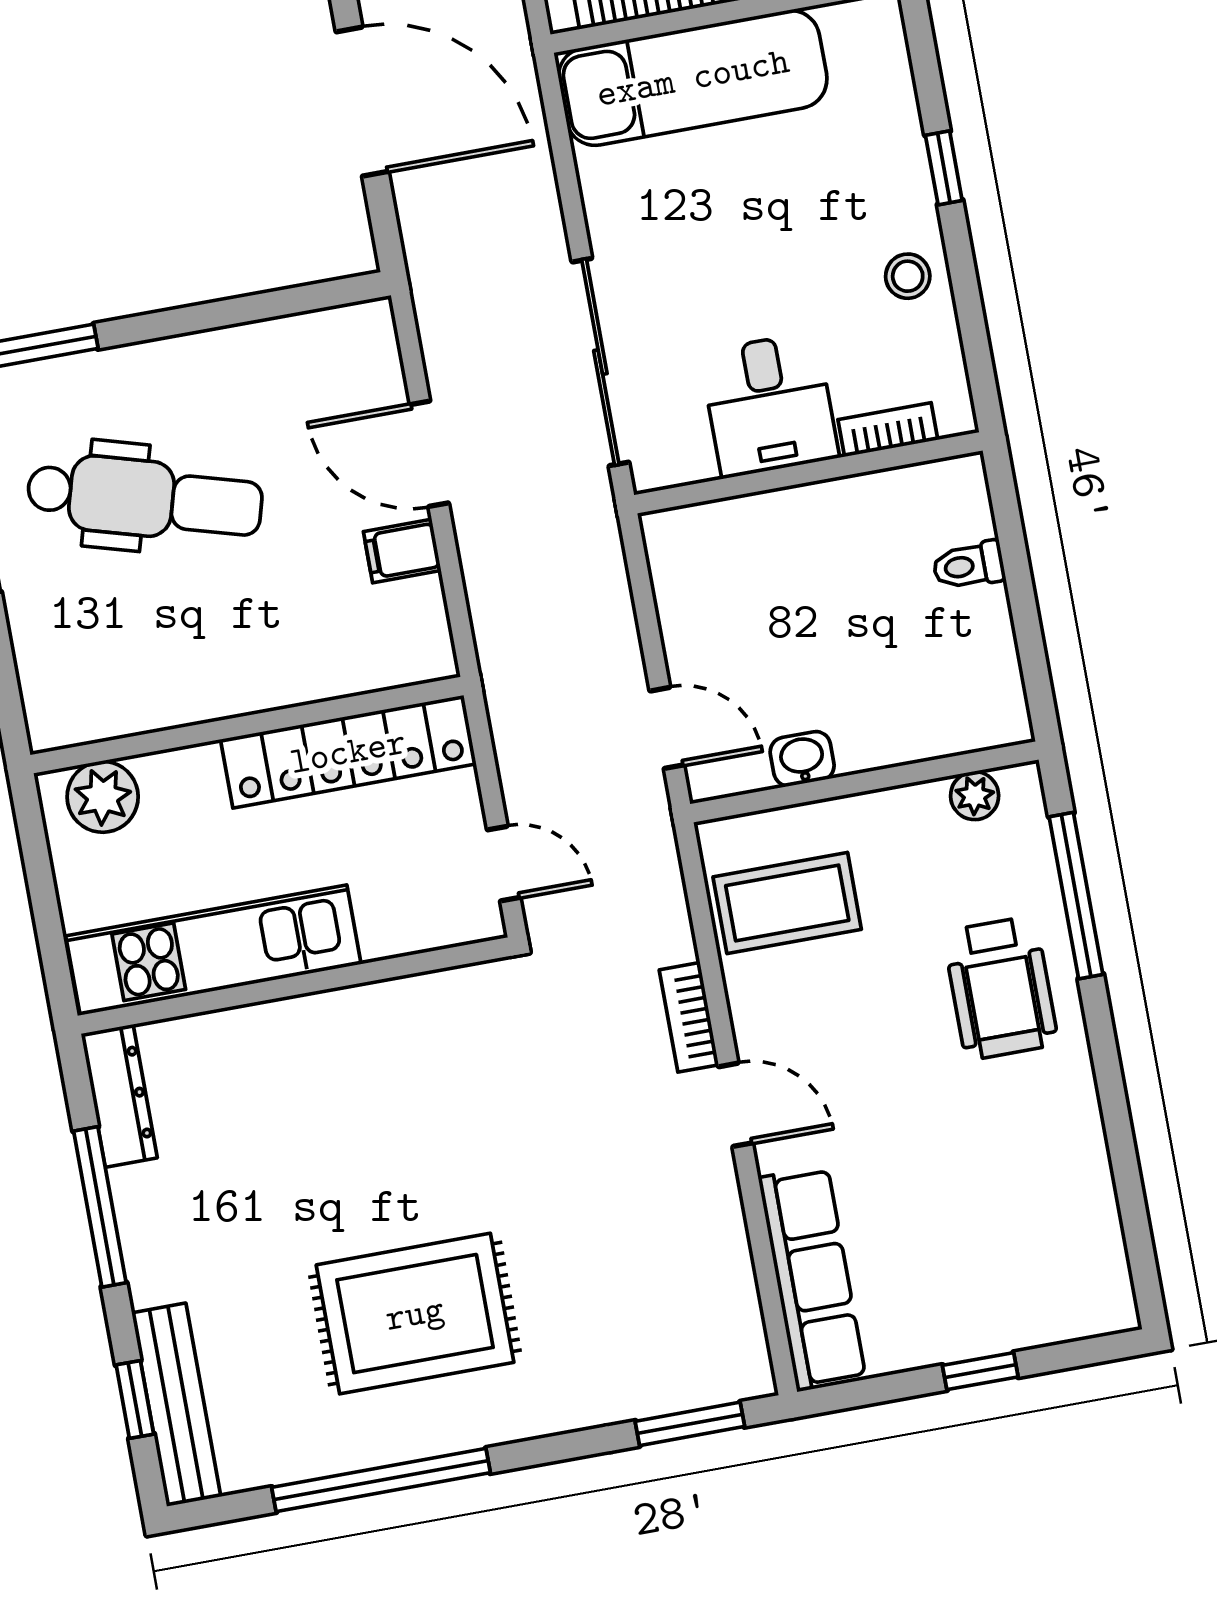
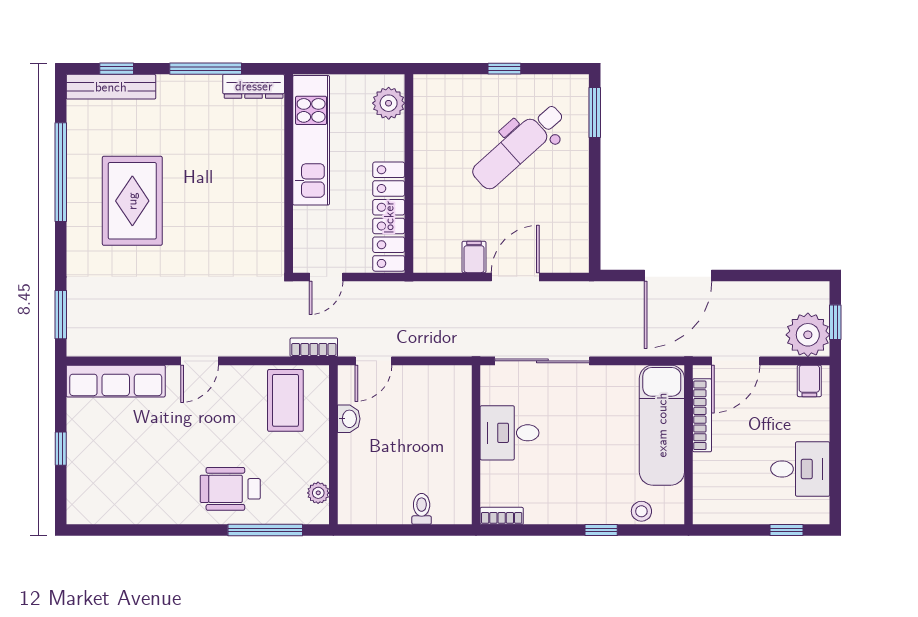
stool: (908, 276) -> (641, 511), moved
bookcase: (888, 430) -> (502, 516), moved, turned -90
dental chair: (145, 498) -> (518, 146), turned 32
bookcase: (689, 1017) -> (314, 347), moved

